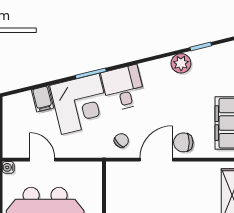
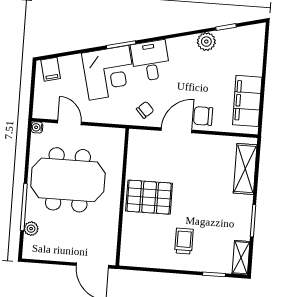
filing cabinet: (42, 99) -> (51, 69), moved

